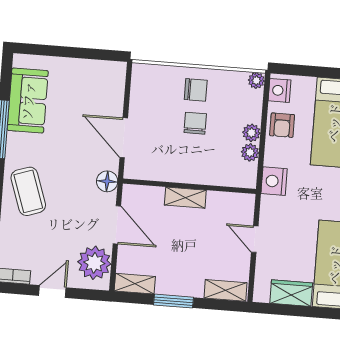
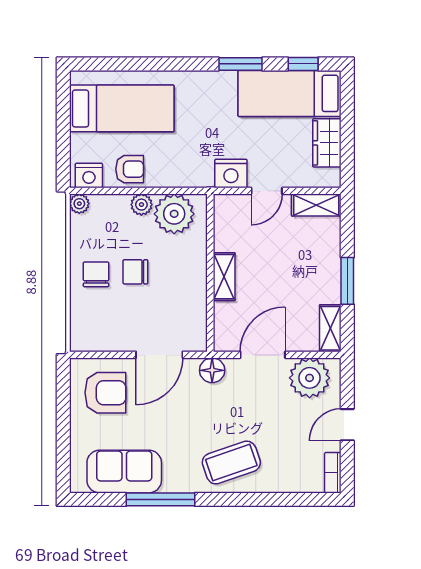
armchair: (95, 90) -> (105, 393), added
plant: (250, 152) -> (174, 214), width x1.87, depth x1.87
nightstand: (274, 181) -> (231, 173), moved
shelving: (226, 290) -> (316, 205), moved, turned 90
door: (52, 292) -> (347, 425), hinge flipped

